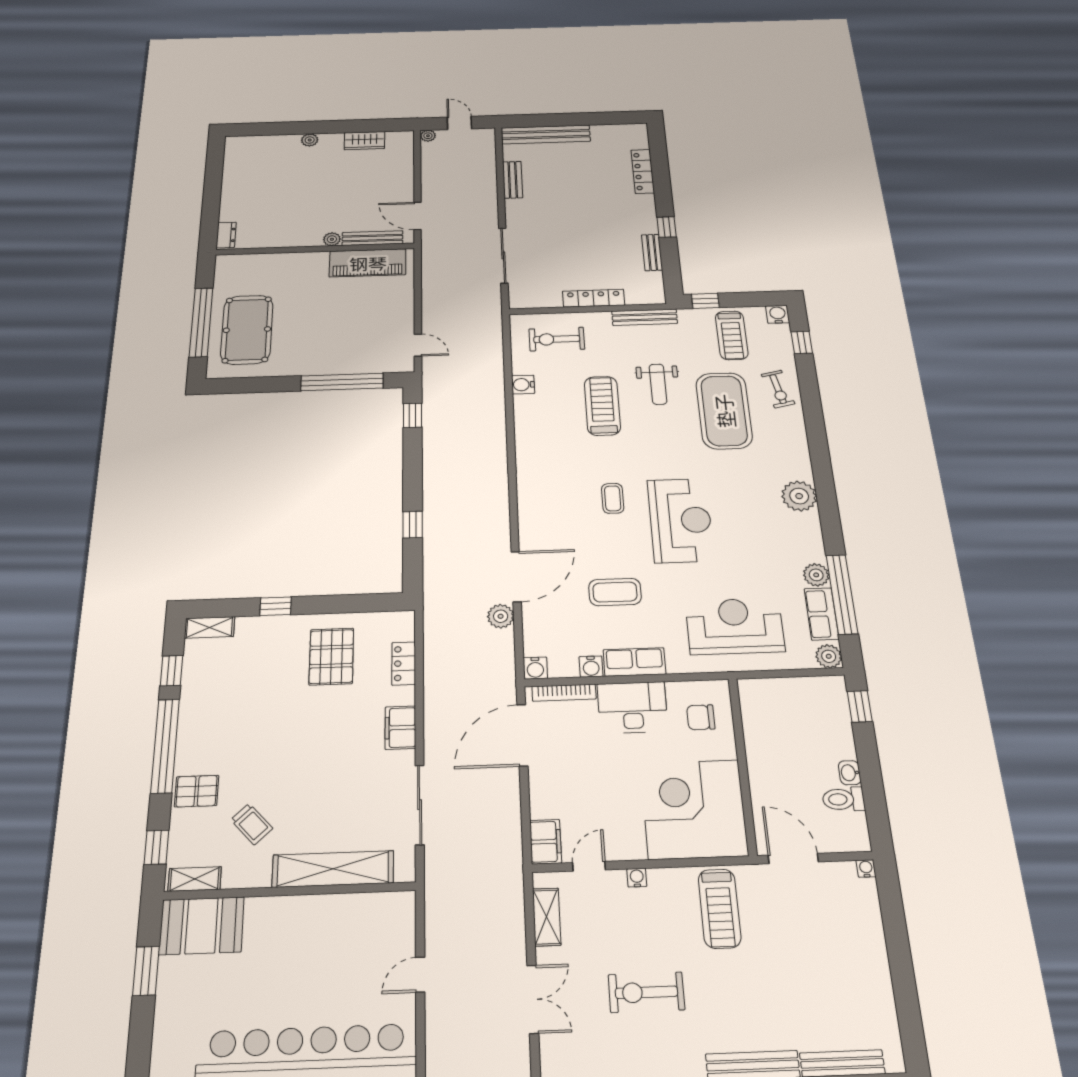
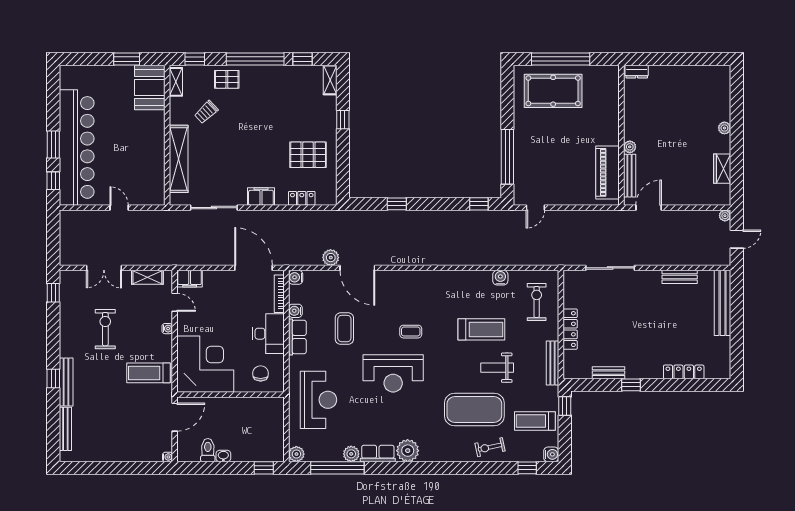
row of seats: (821, 614) -> (378, 454), moved
pallet: (197, 791) -> (227, 79), turned 90

